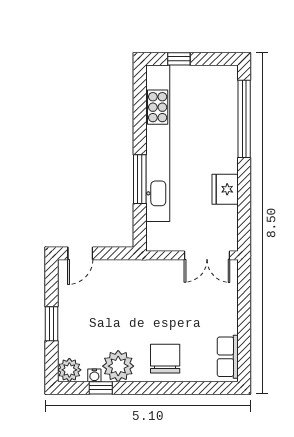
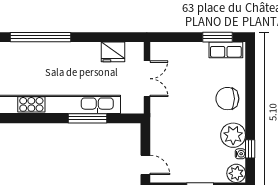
fridge: (225, 189) -> (113, 52), moved
double door: (207, 255) -> (147, 79), moved
window: (244, 346) -> (218, 37), added

